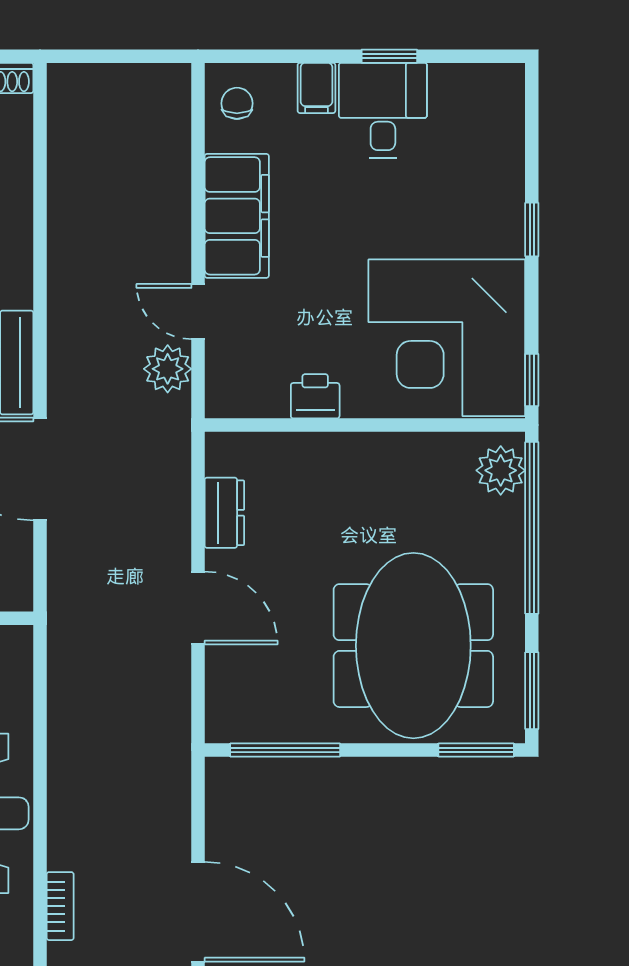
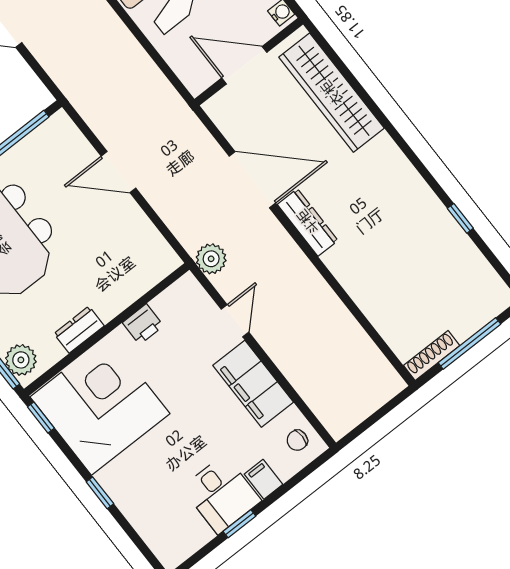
chair: (237, 103) -> (297, 440), turned 90
door: (198, 312) -> (235, 321), hinge flipped
plant: (168, 369) -> (211, 259), moved
dresser: (224, 513) -> (79, 330), moved, turned 90

